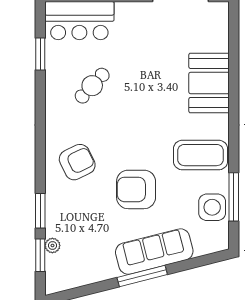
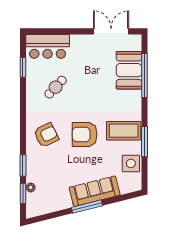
window: (234, 67) -> (144, 76), added
booth: (209, 83) -> (129, 70), moved
armchair: (136, 189) -> (85, 134), moved
window: (234, 197) -> (144, 142), moved

